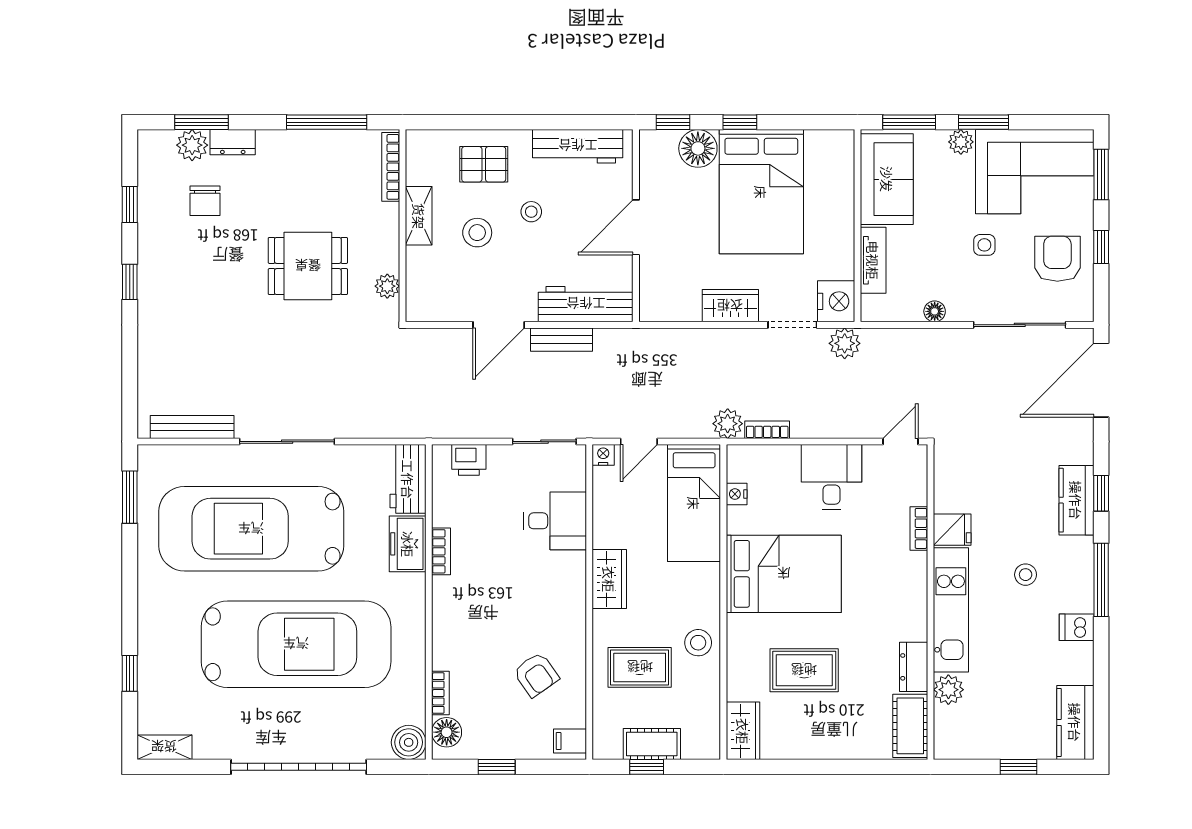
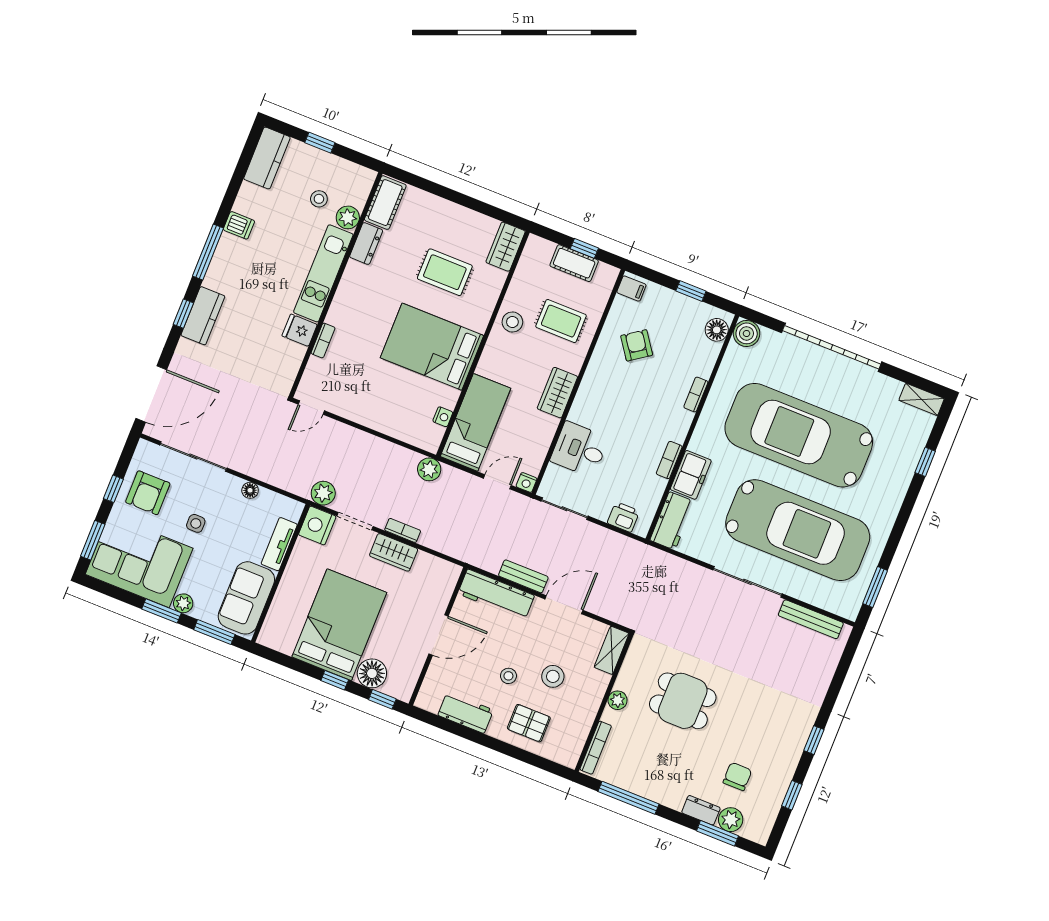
workbench: (578, 146) -> (466, 713), width x0.73
shelving: (419, 216) -> (612, 650), moved
plant: (387, 286) -> (617, 700), moved
bookcase: (767, 430) -> (403, 530), moved, turned 180
desk: (832, 477) -> (370, 402), removed
stool: (1026, 575) -> (319, 199), moved
bookcase: (440, 693) -> (696, 395), moved

